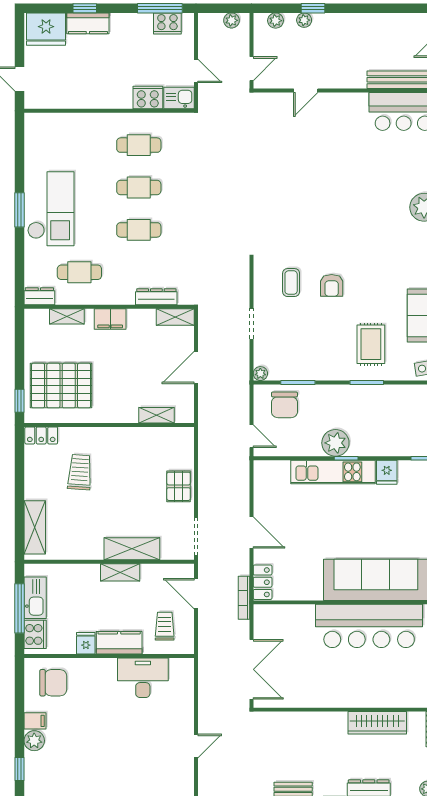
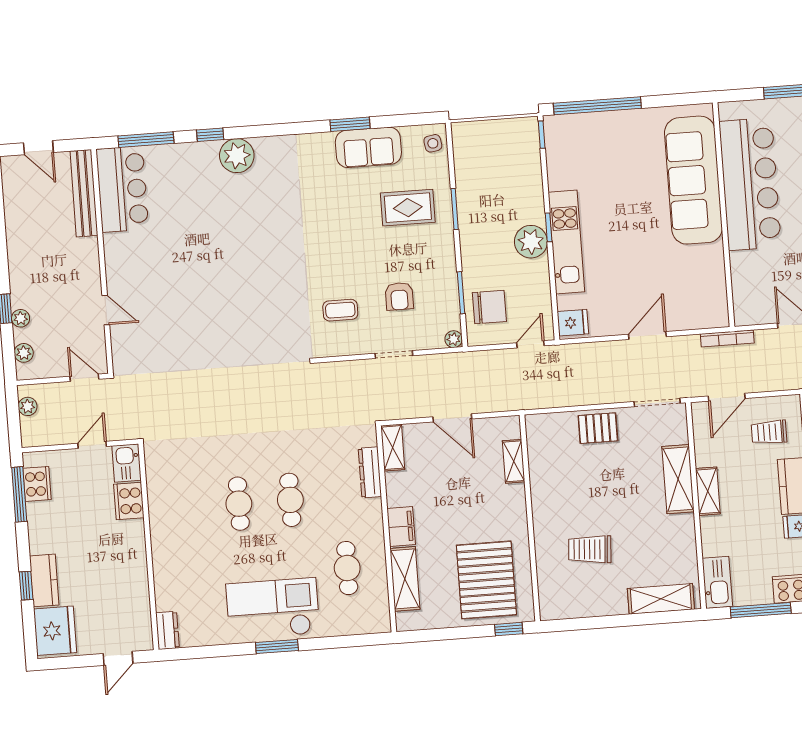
cafe table: (139, 145) -> (187, 508), removed
armchair: (332, 285) -> (399, 296), moved, turned 90
dresser: (39, 296) -> (167, 630), moved, turned 180
shelving: (67, 316) -> (405, 579), width x1.50, depth x1.33
locker: (41, 435) -> (549, 599), removed
fridge: (387, 472) -> (573, 323), moved
locker: (263, 582) -> (707, 317), removed
kitchen sink: (35, 598) -> (717, 582), moved, turned 90

